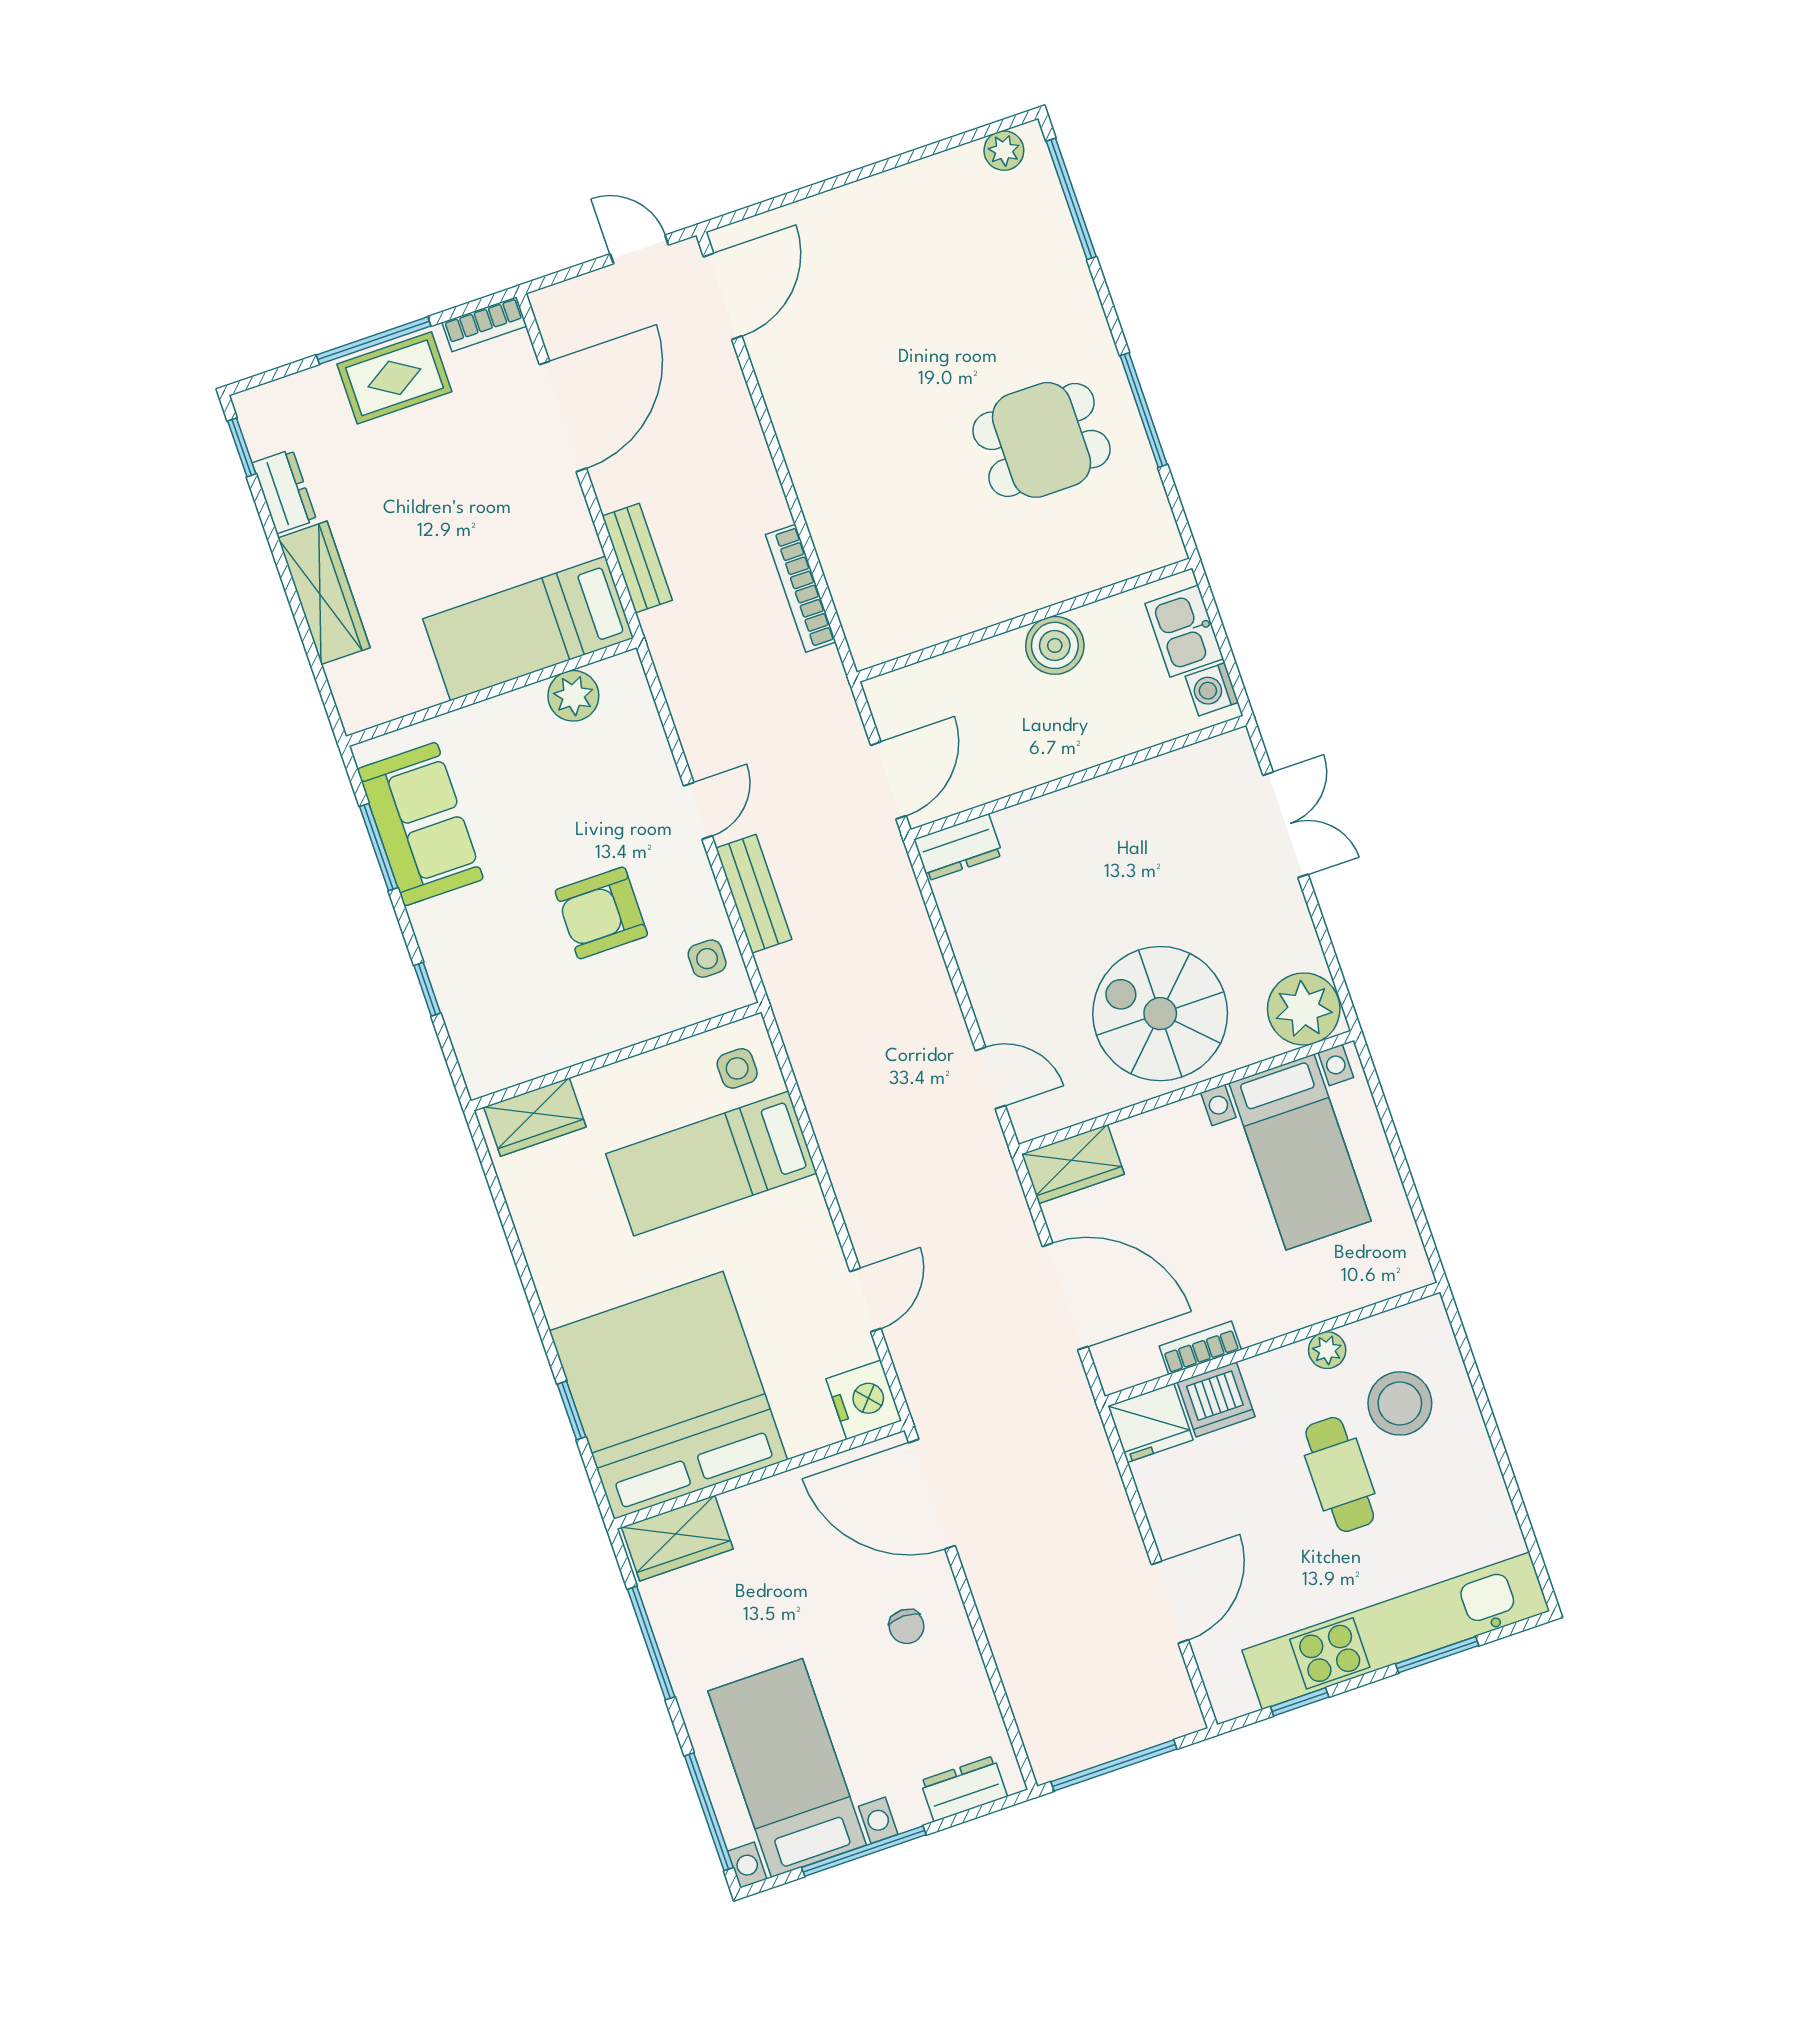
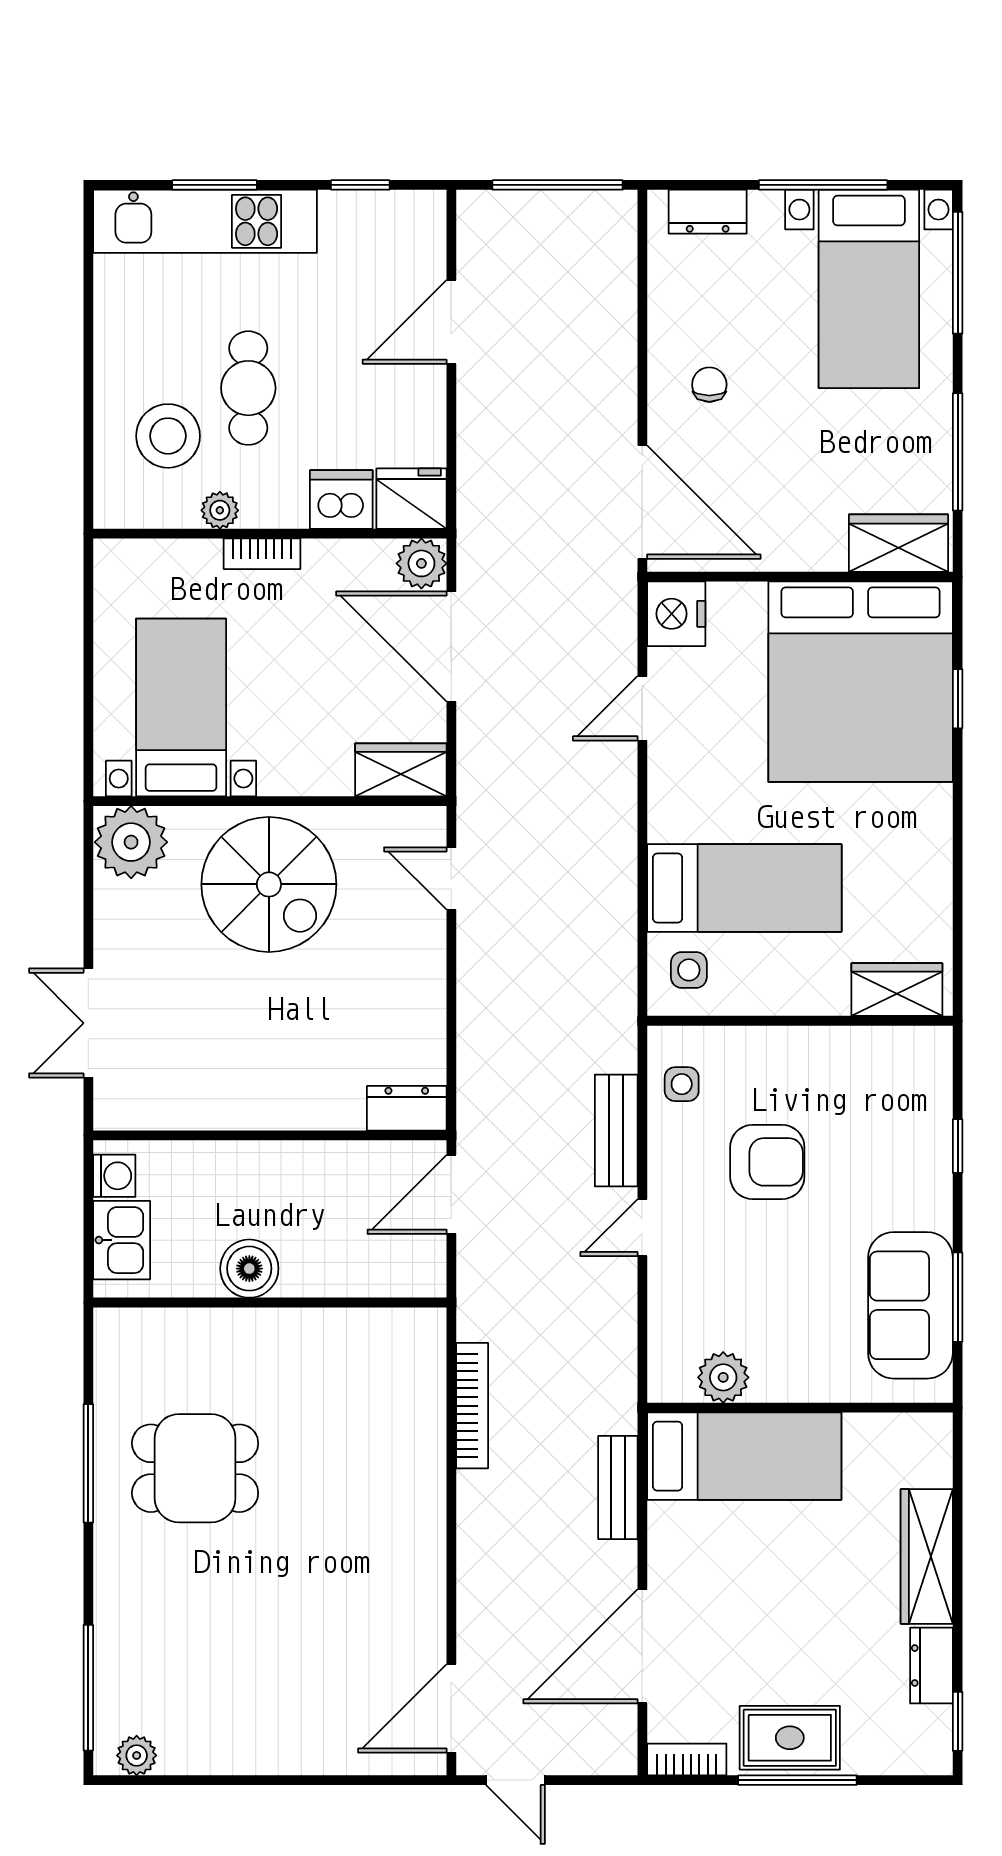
bookcase: (1200, 1348) -> (262, 554), moved
plant: (1120, 1365) -> (421, 563), added
kitchen unit: (1396, 1631) -> (205, 221), width x0.73

